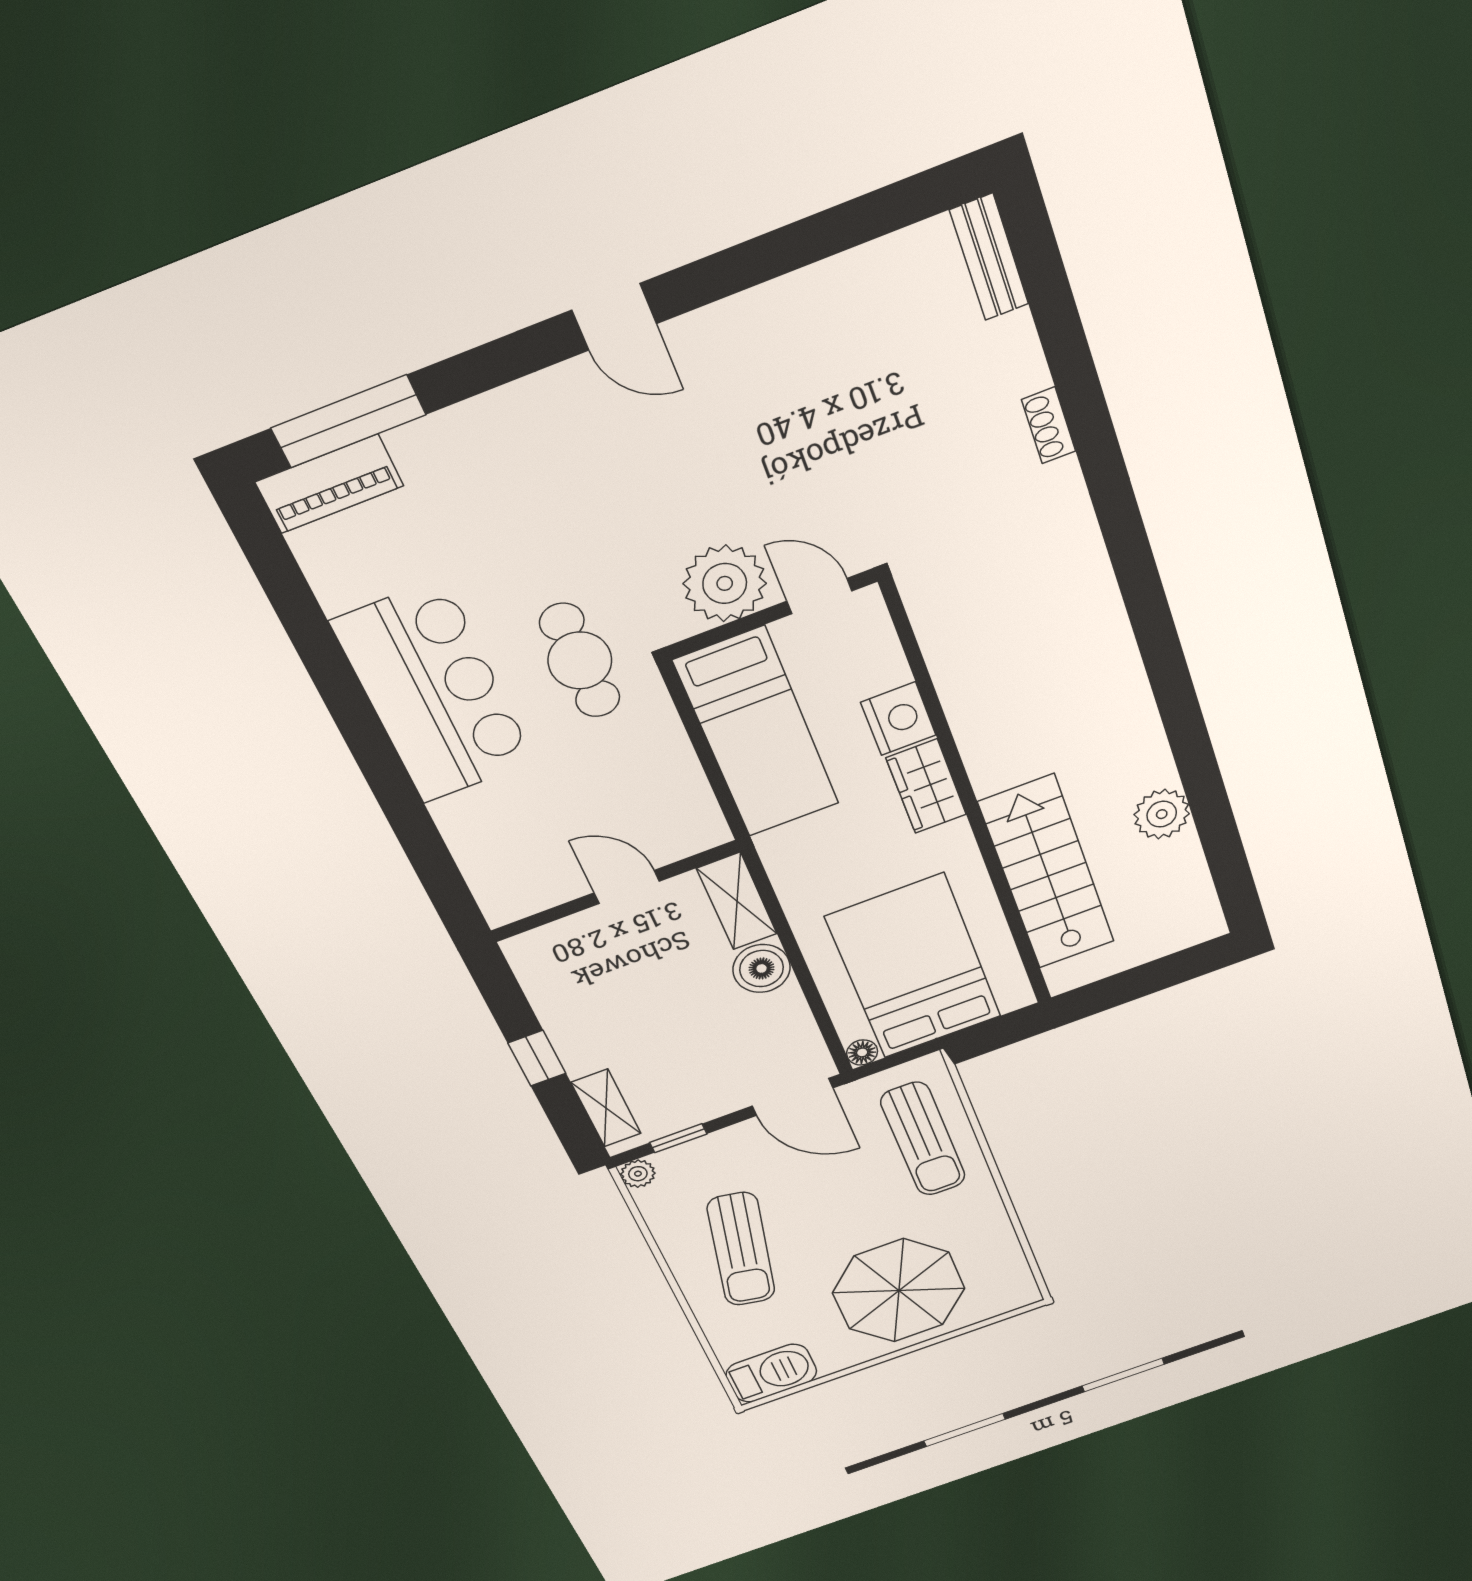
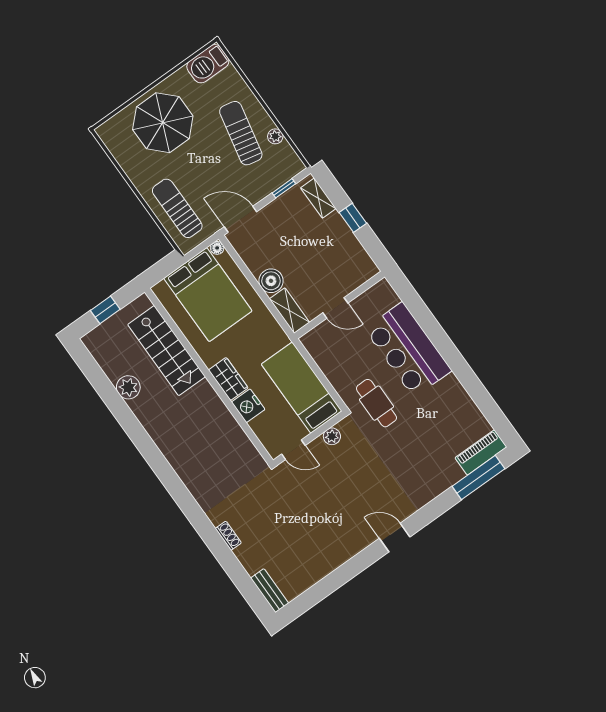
plant: (725, 583) -> (332, 436), width x0.53, depth x0.53
bar counter: (434, 692) -> (408, 350), moved
window: (1150, 978) -> (105, 310), added
plant: (638, 1174) -> (275, 136), moved

